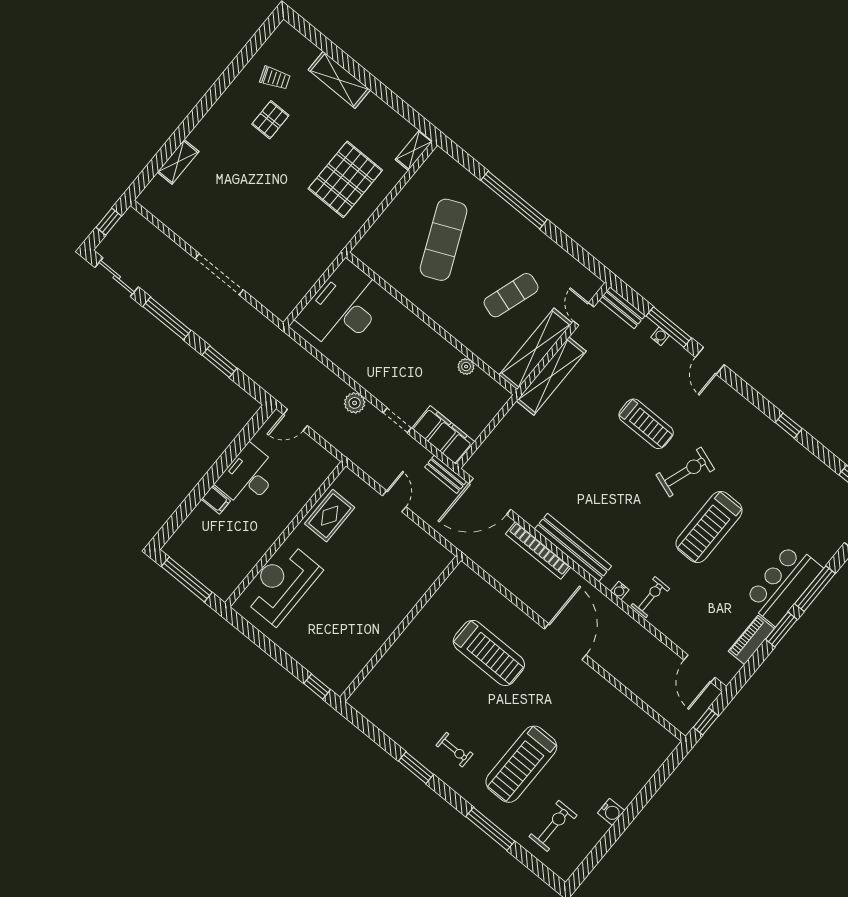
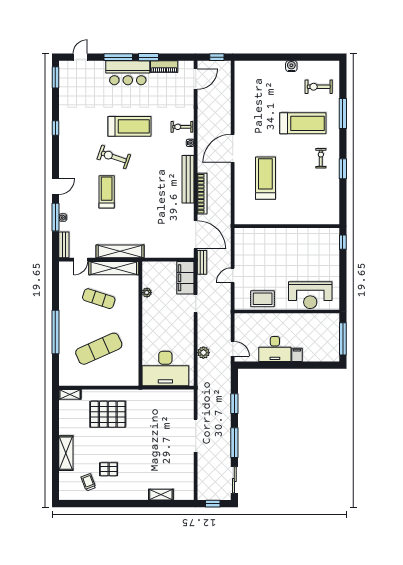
plant: (355, 403) -> (203, 353), moved

